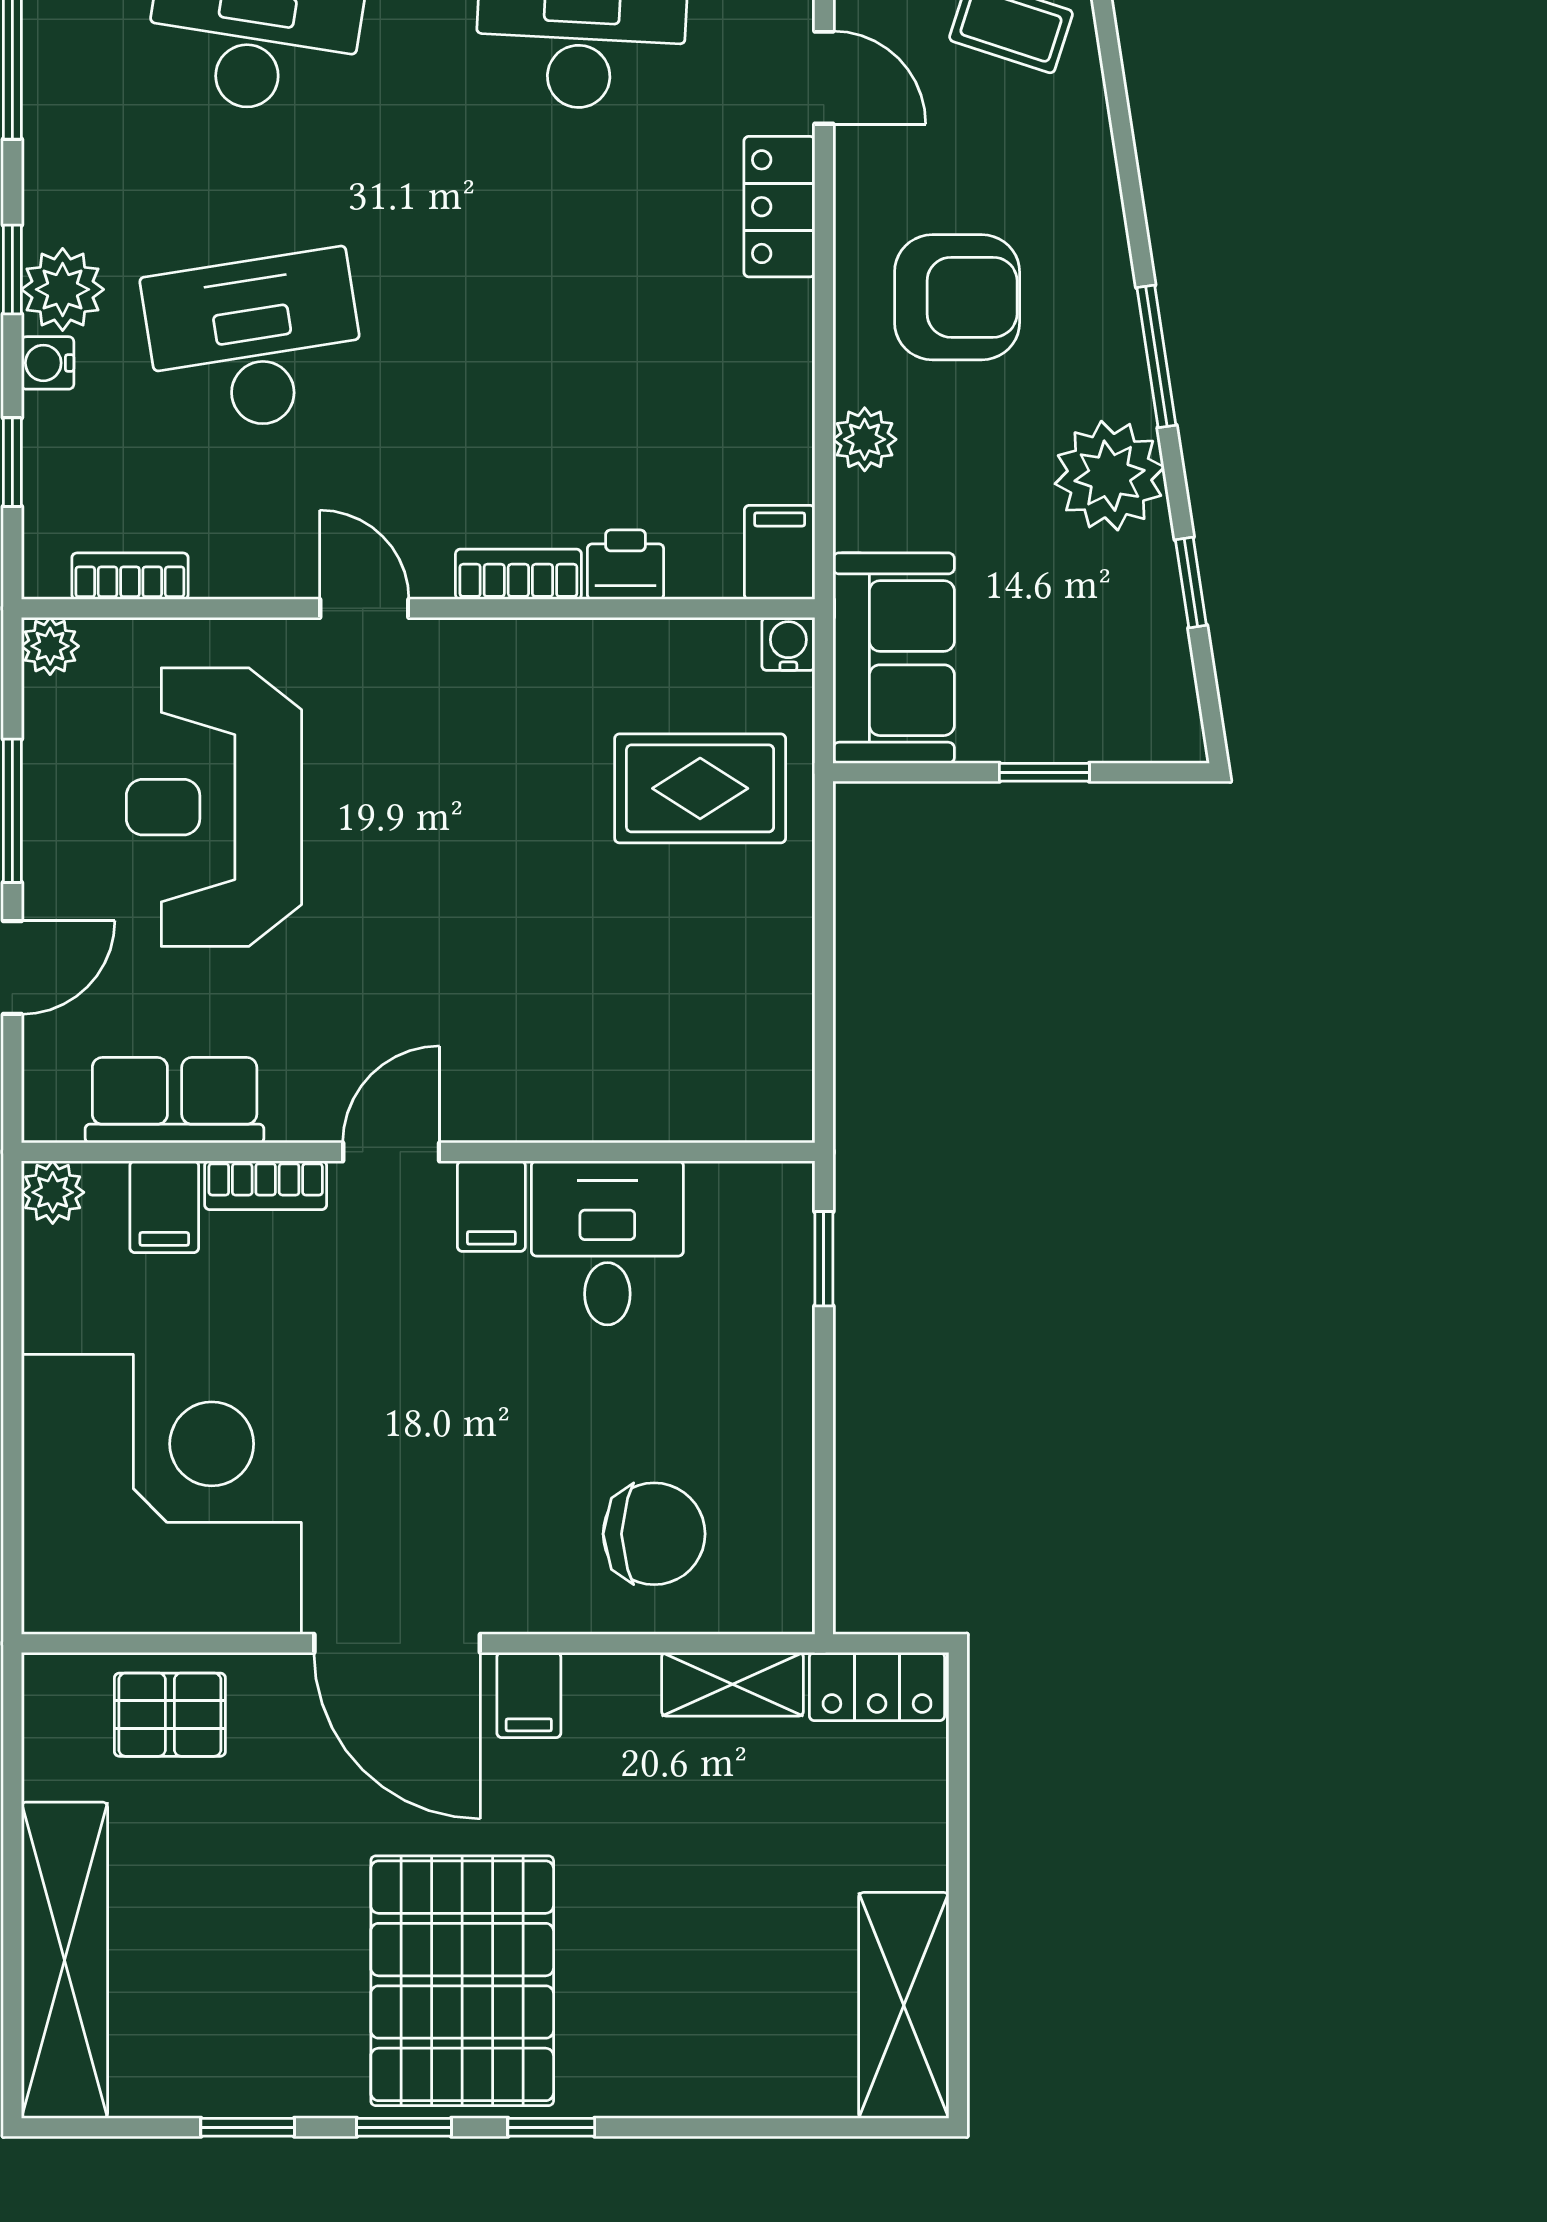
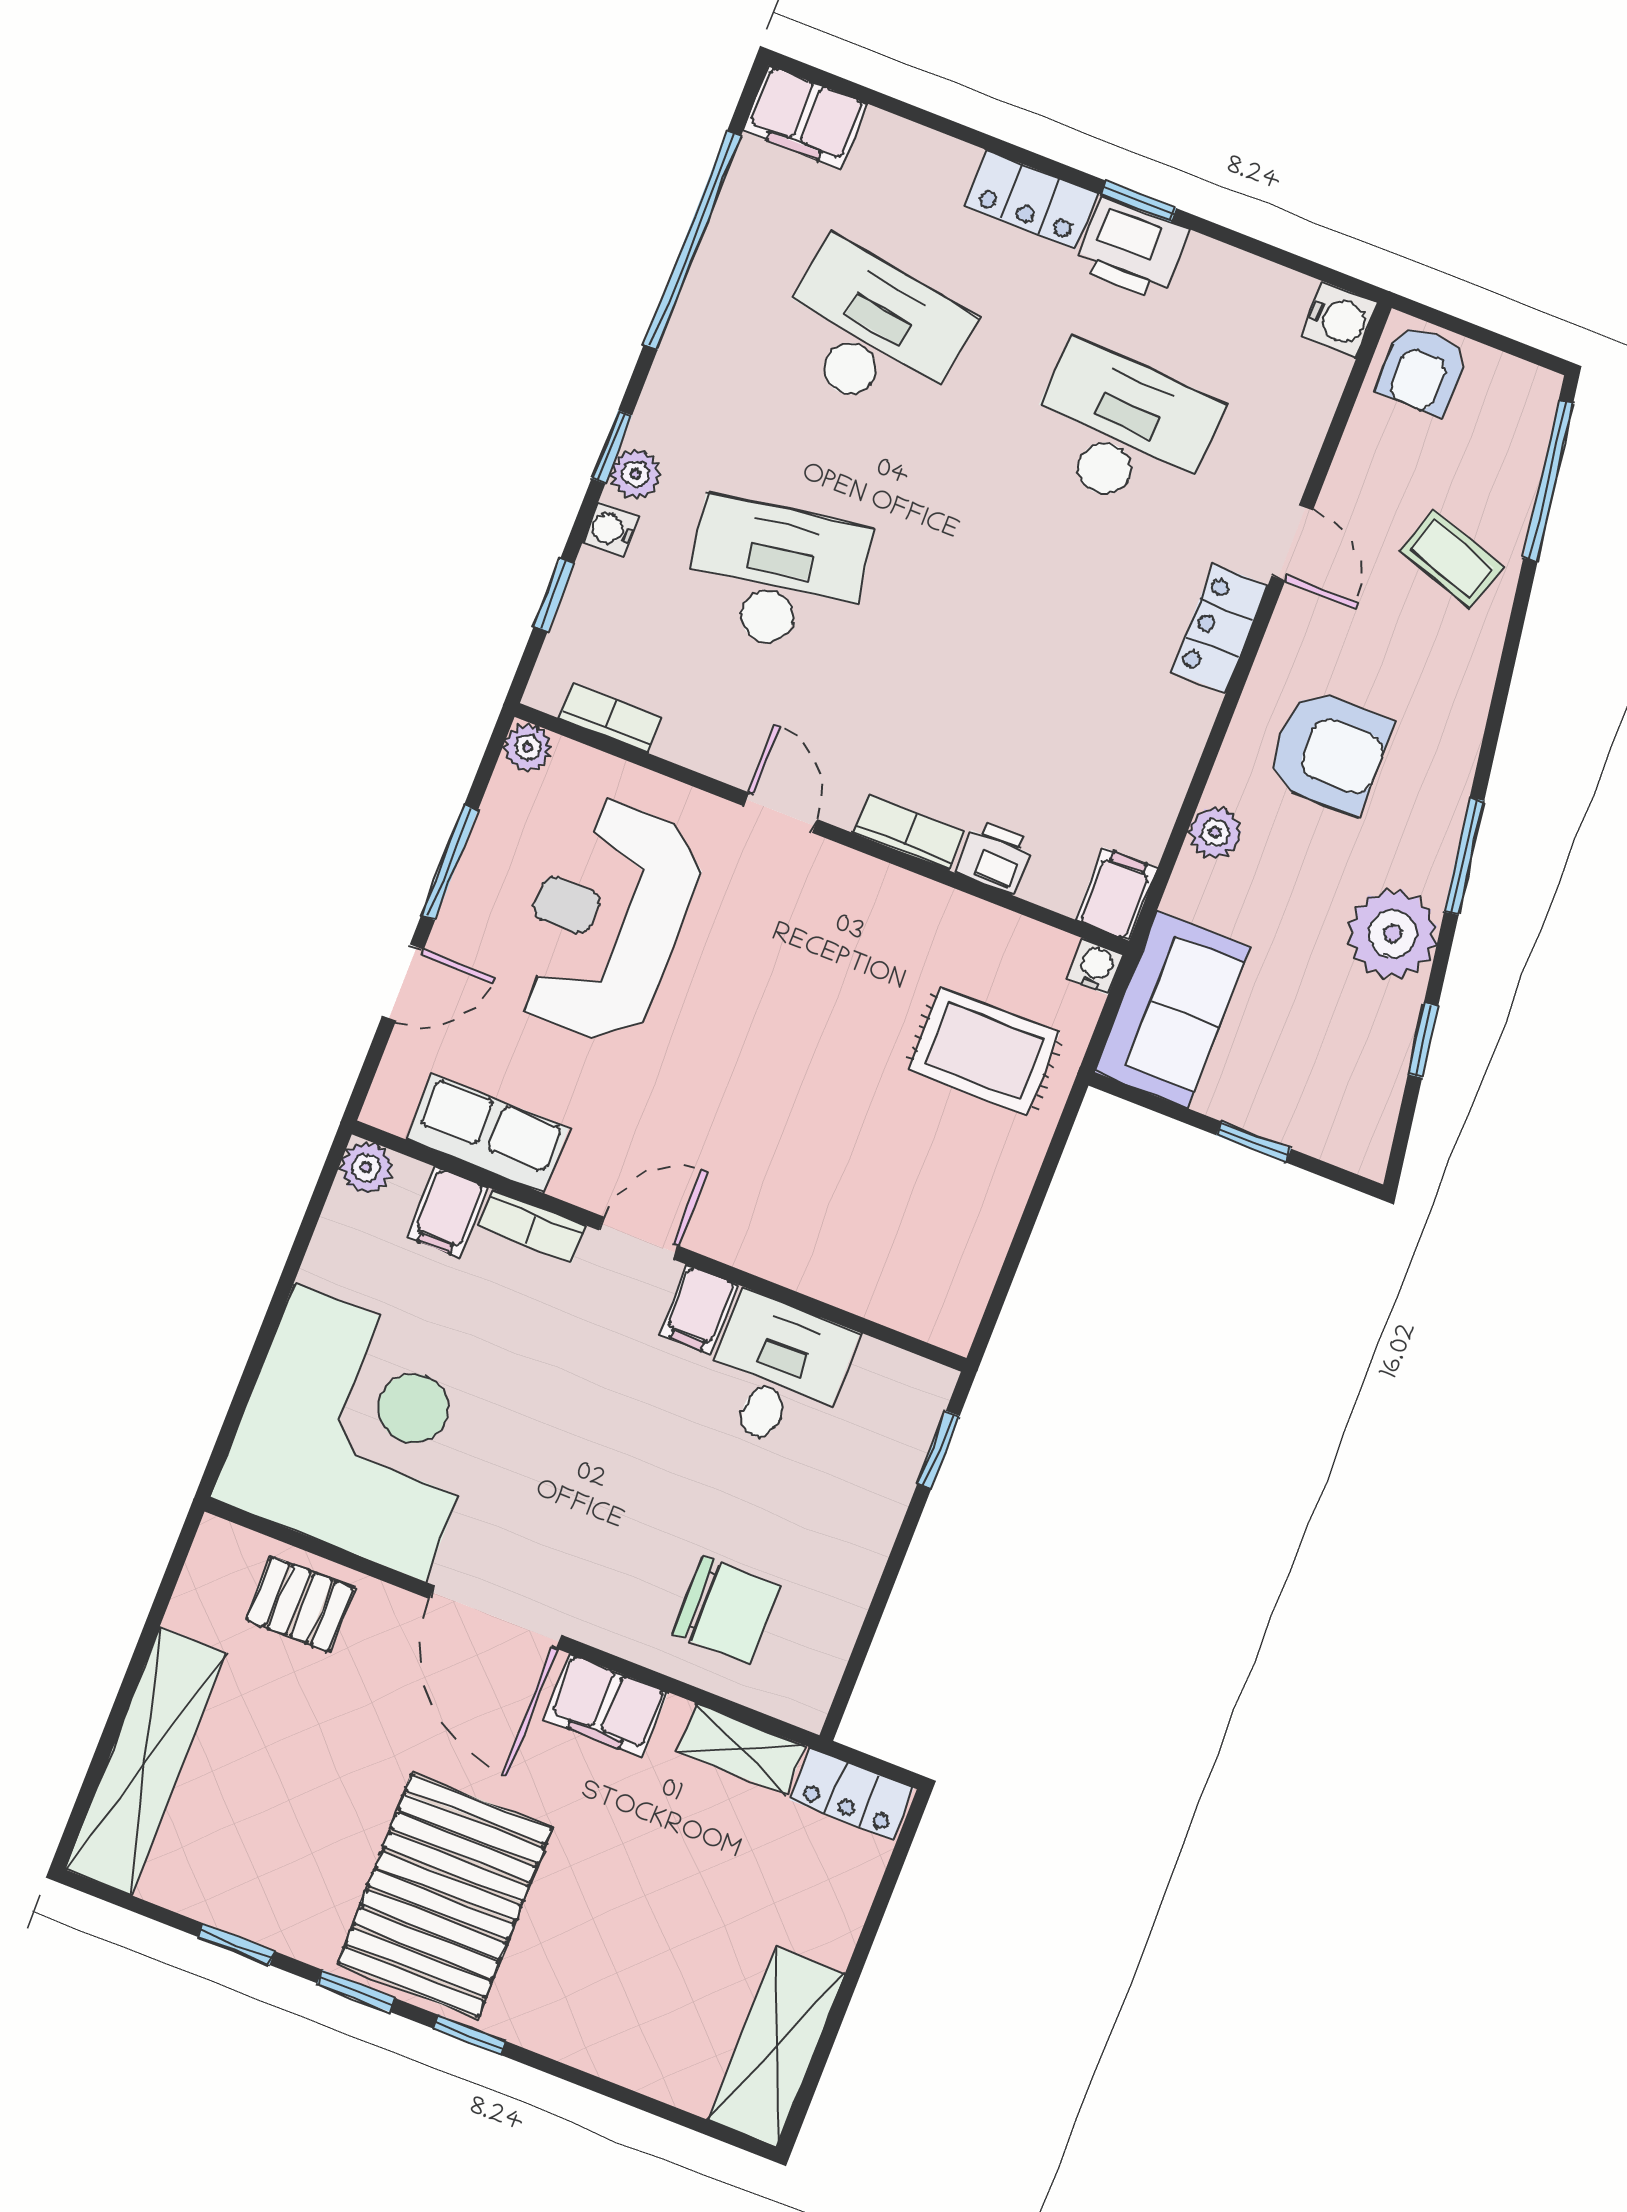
plant: (63, 289) -> (636, 474), width x0.73, depth x0.73
filing cabinet: (529, 1695) -> (606, 1706), width x2.00

